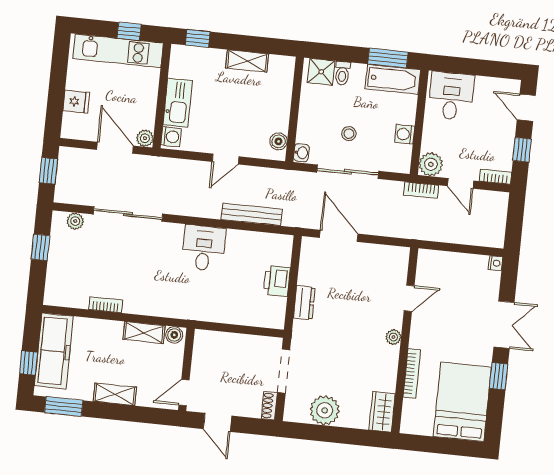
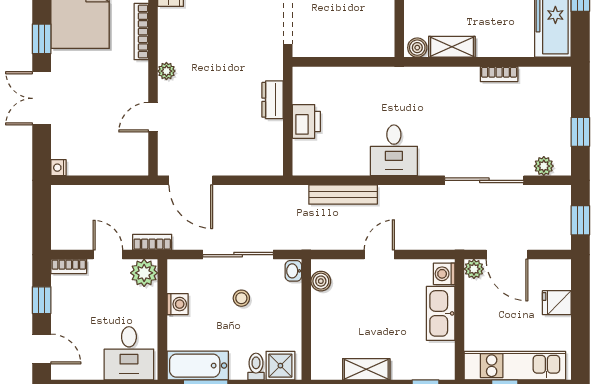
door: (339, 236) -> (191, 180), moved

